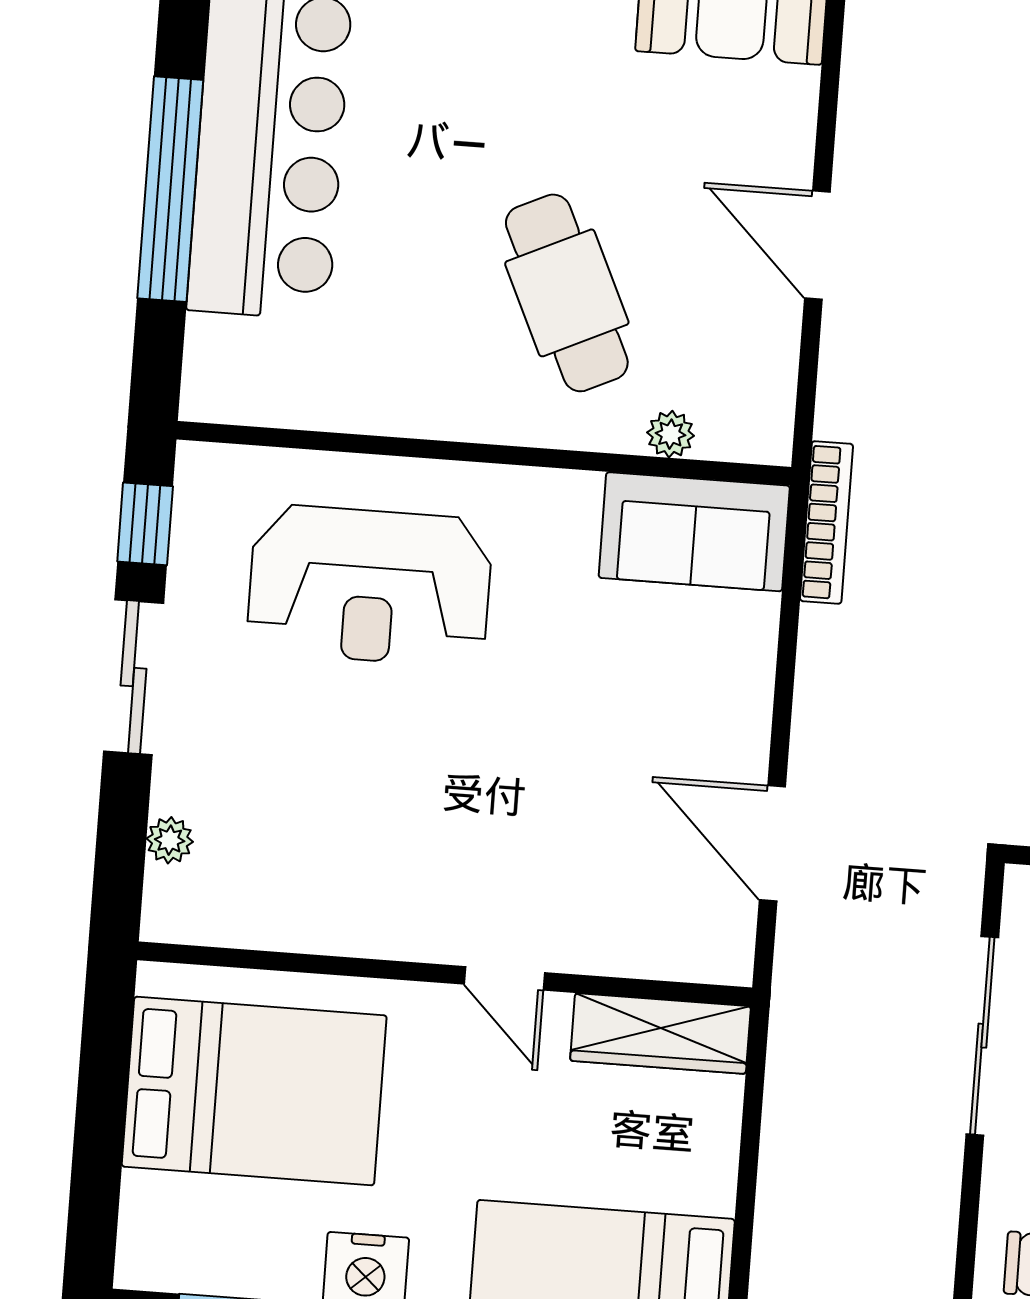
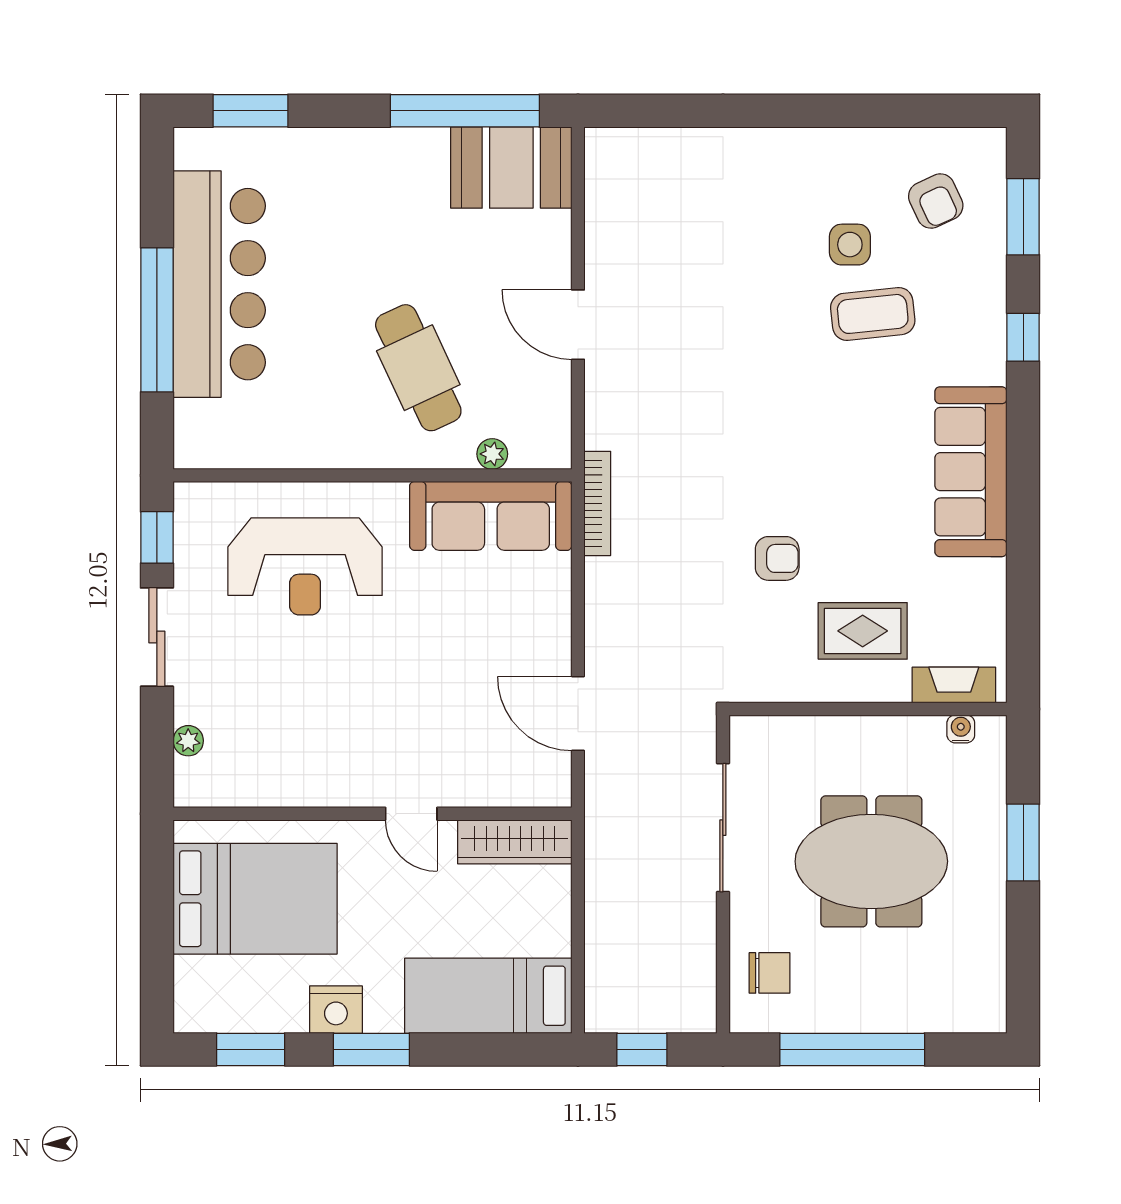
sofa: (694, 532) -> (491, 516), width x1.36

